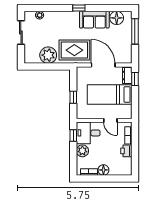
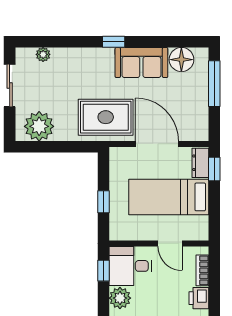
plant: (48, 55) -> (39, 126), moved

